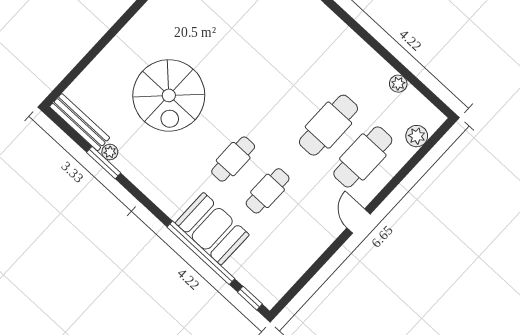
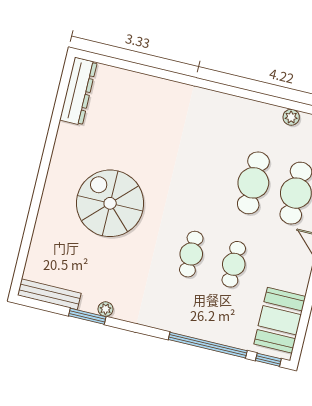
spiral stairs: (169, 95) -> (110, 203), moved, turned 180
plant: (110, 152) -> (106, 309), moved
booth: (212, 229) -> (280, 320), moved, turned 90

